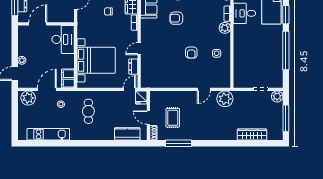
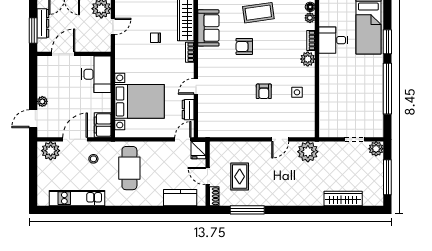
cafe table: (88, 111) -> (129, 168), width x1.37, depth x1.35

